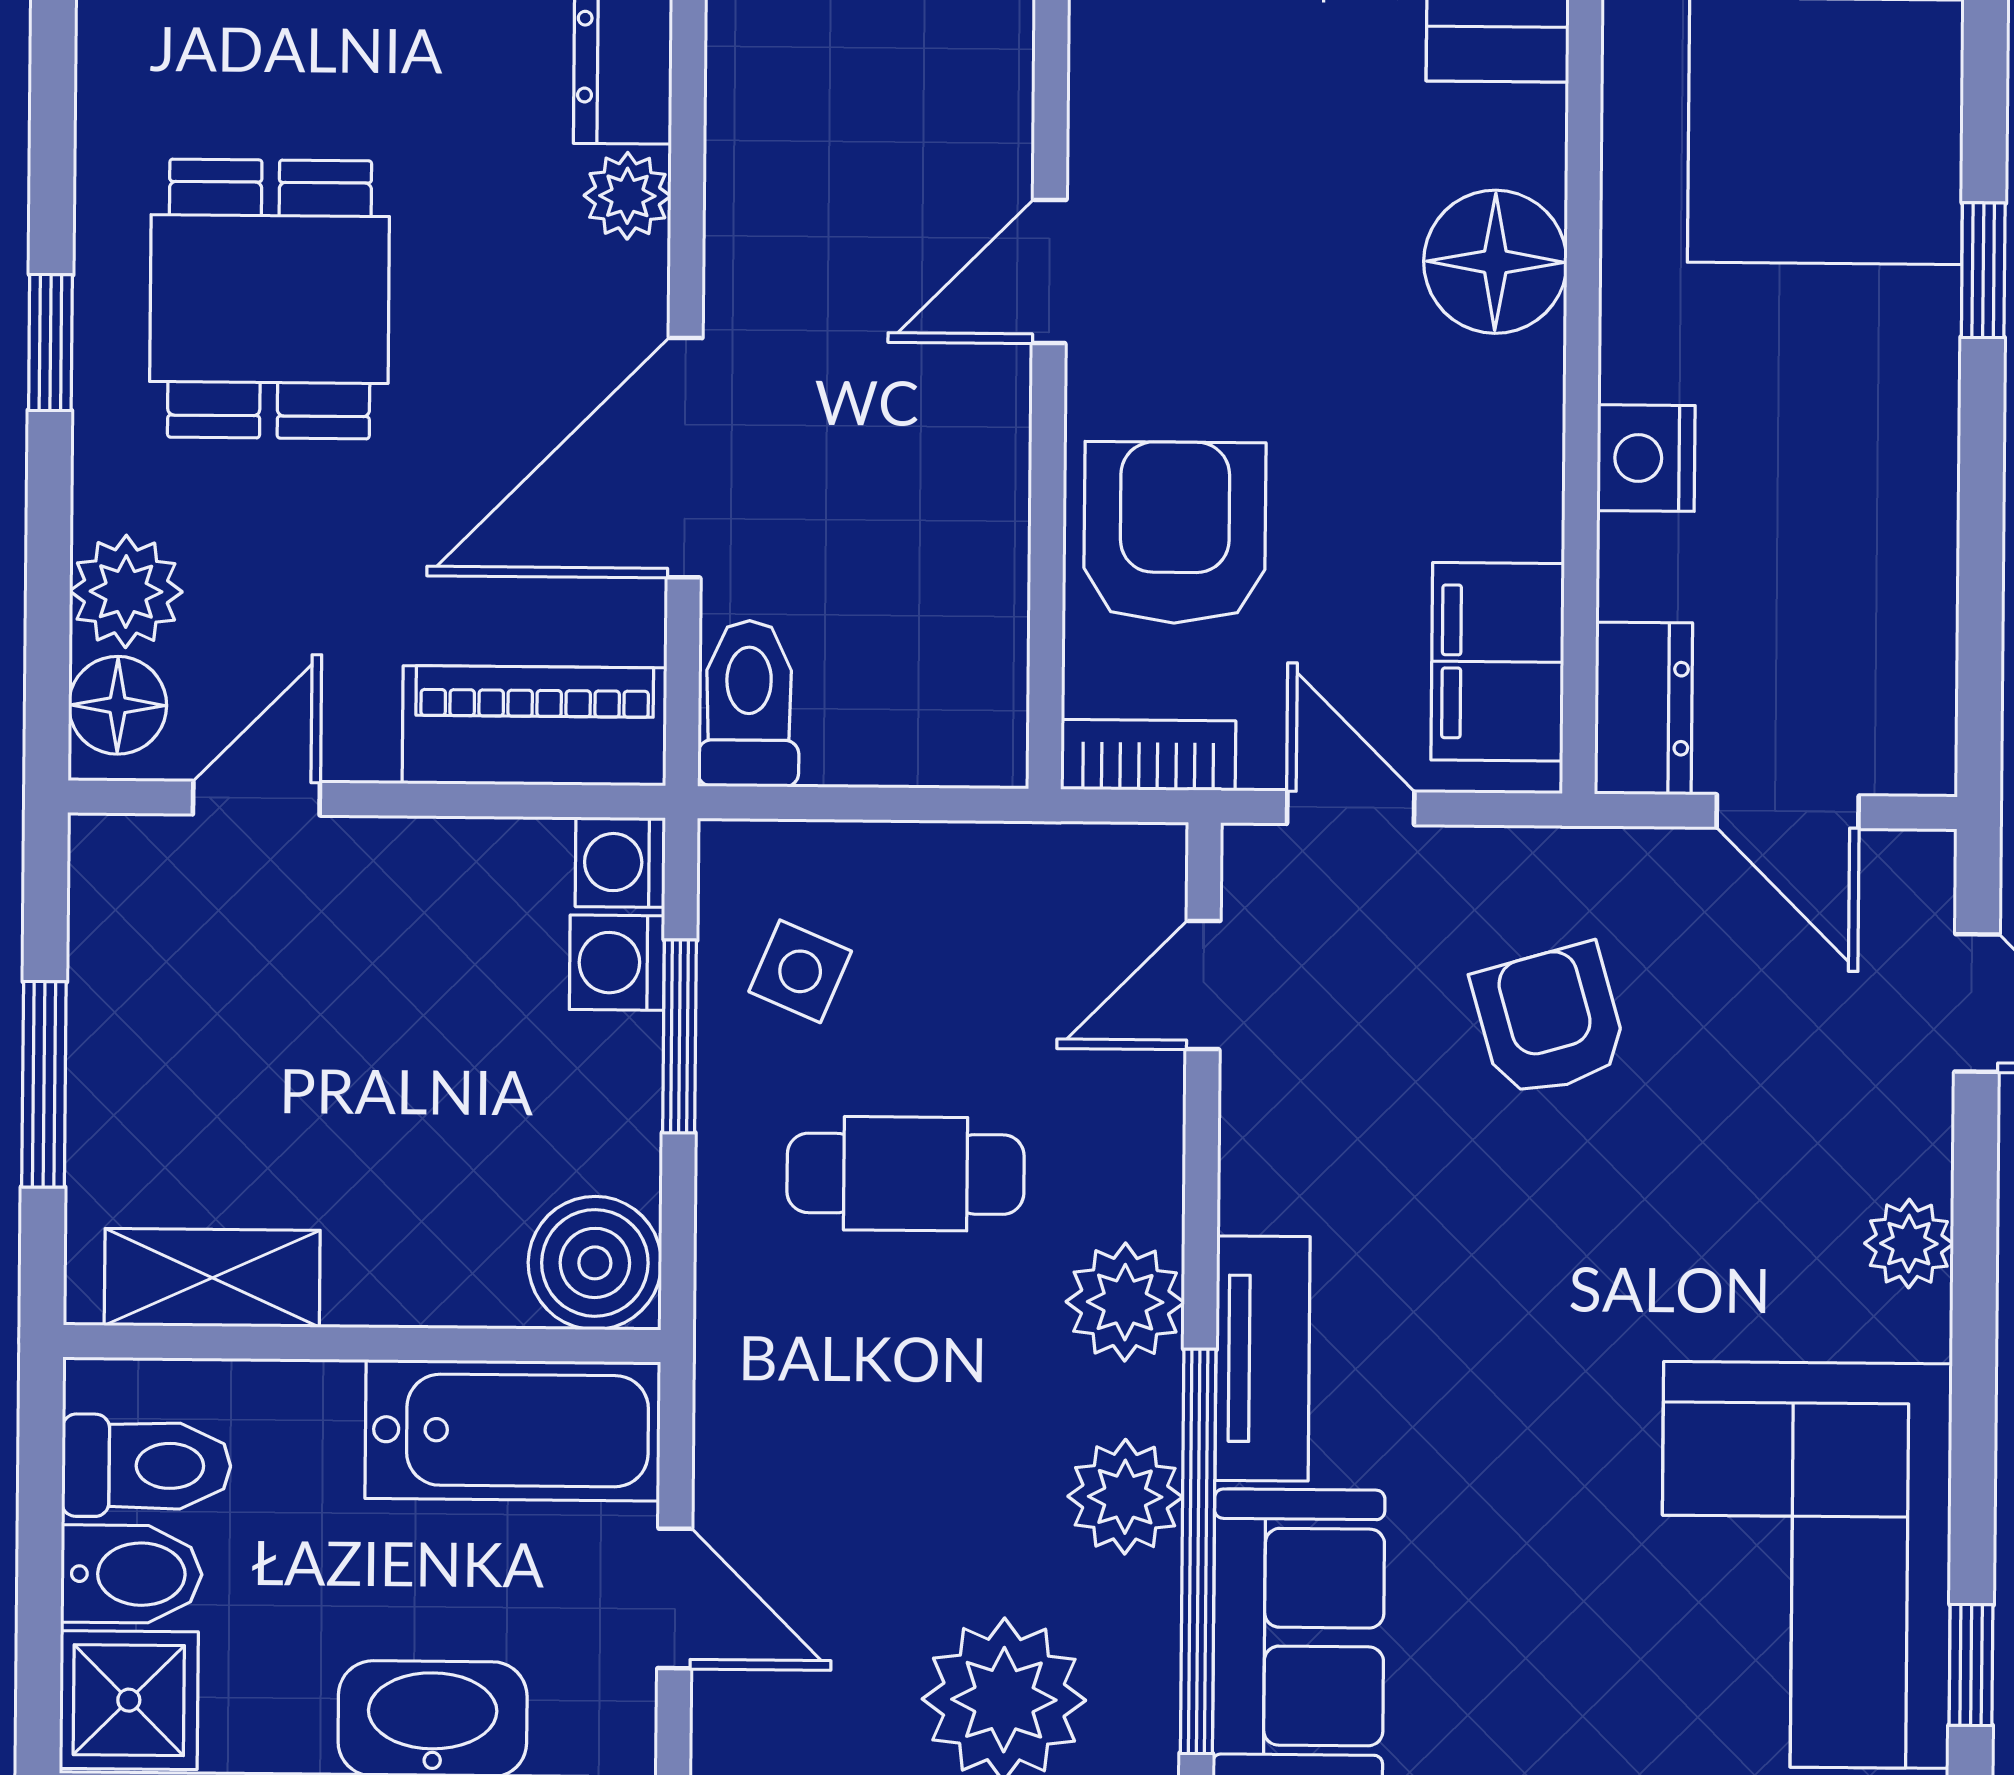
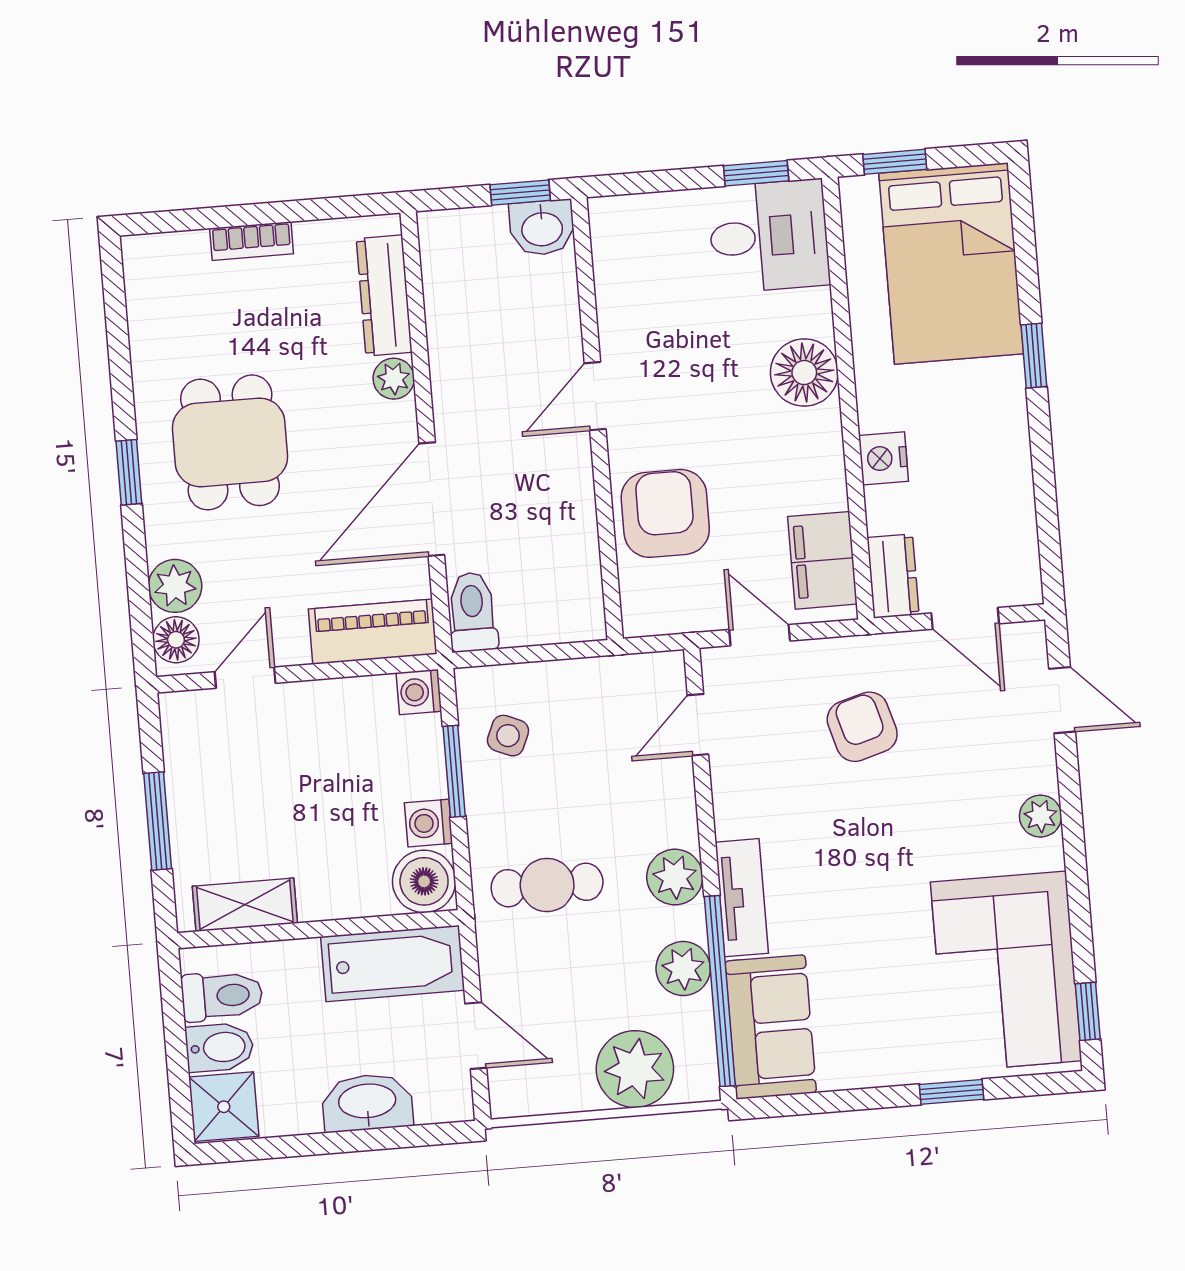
bookcase: (1148, 755) -> (662, 619), removed
washing machine: (617, 963) -> (428, 823), moved
cafe table: (906, 1174) -> (547, 885), moved

